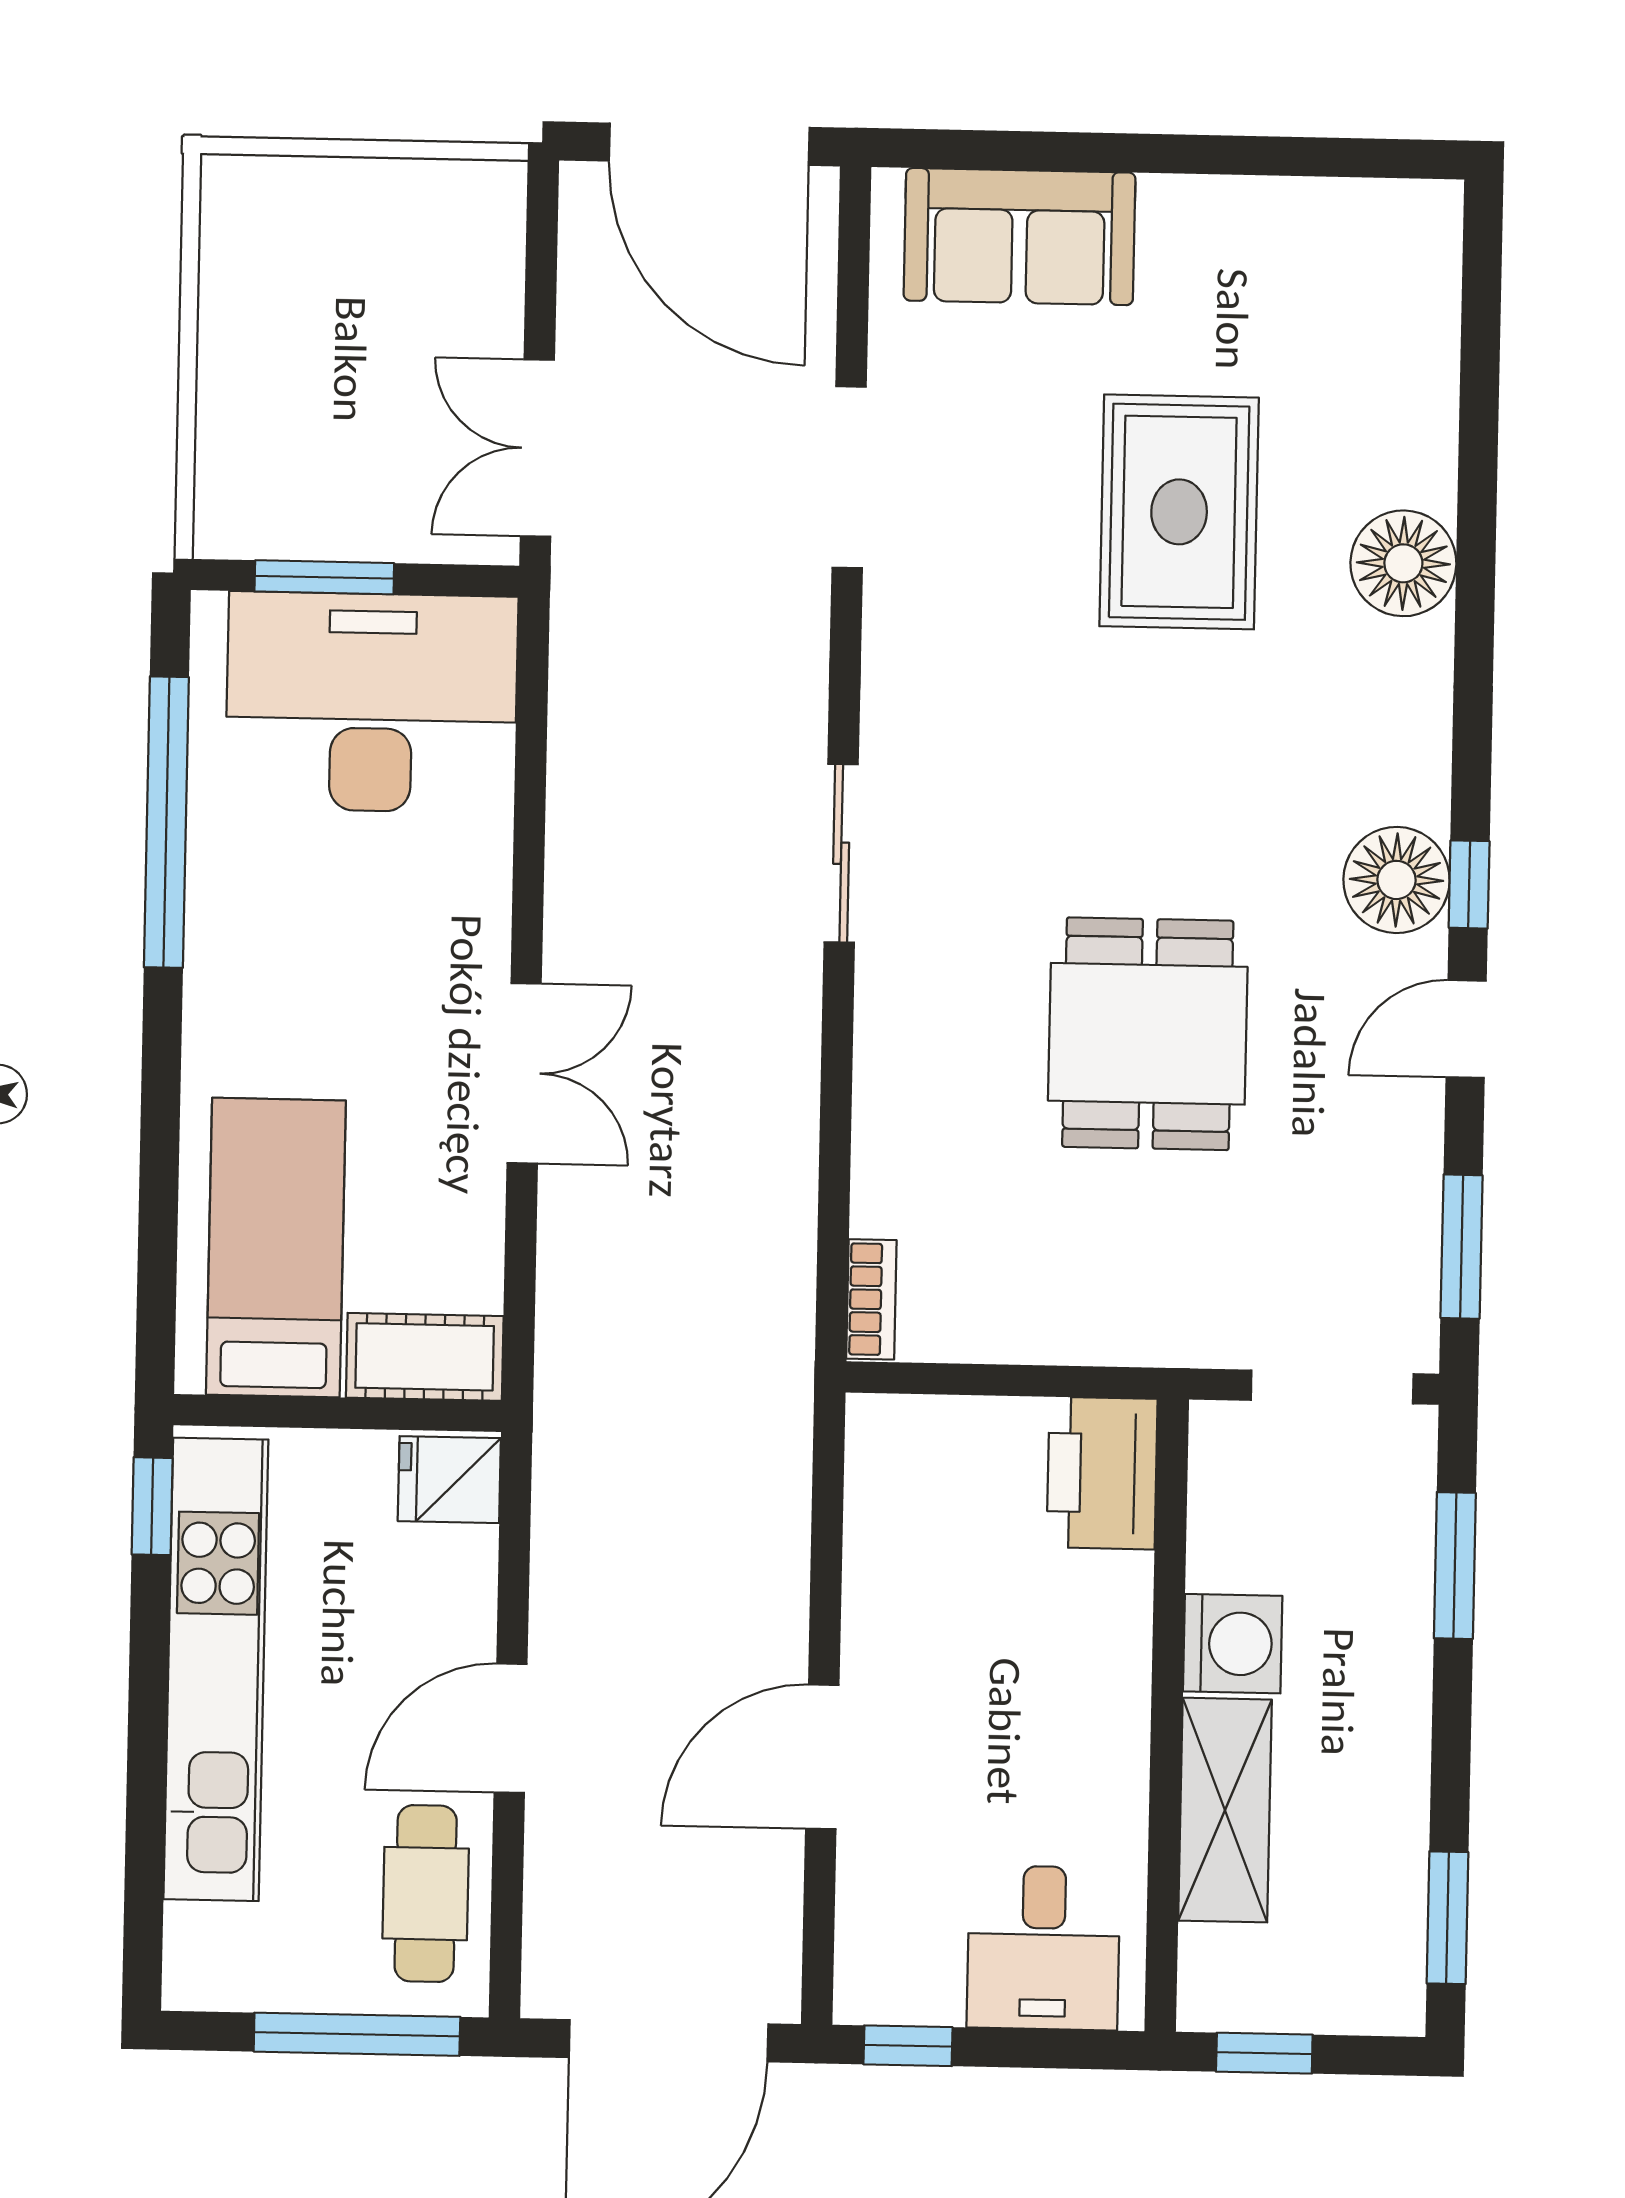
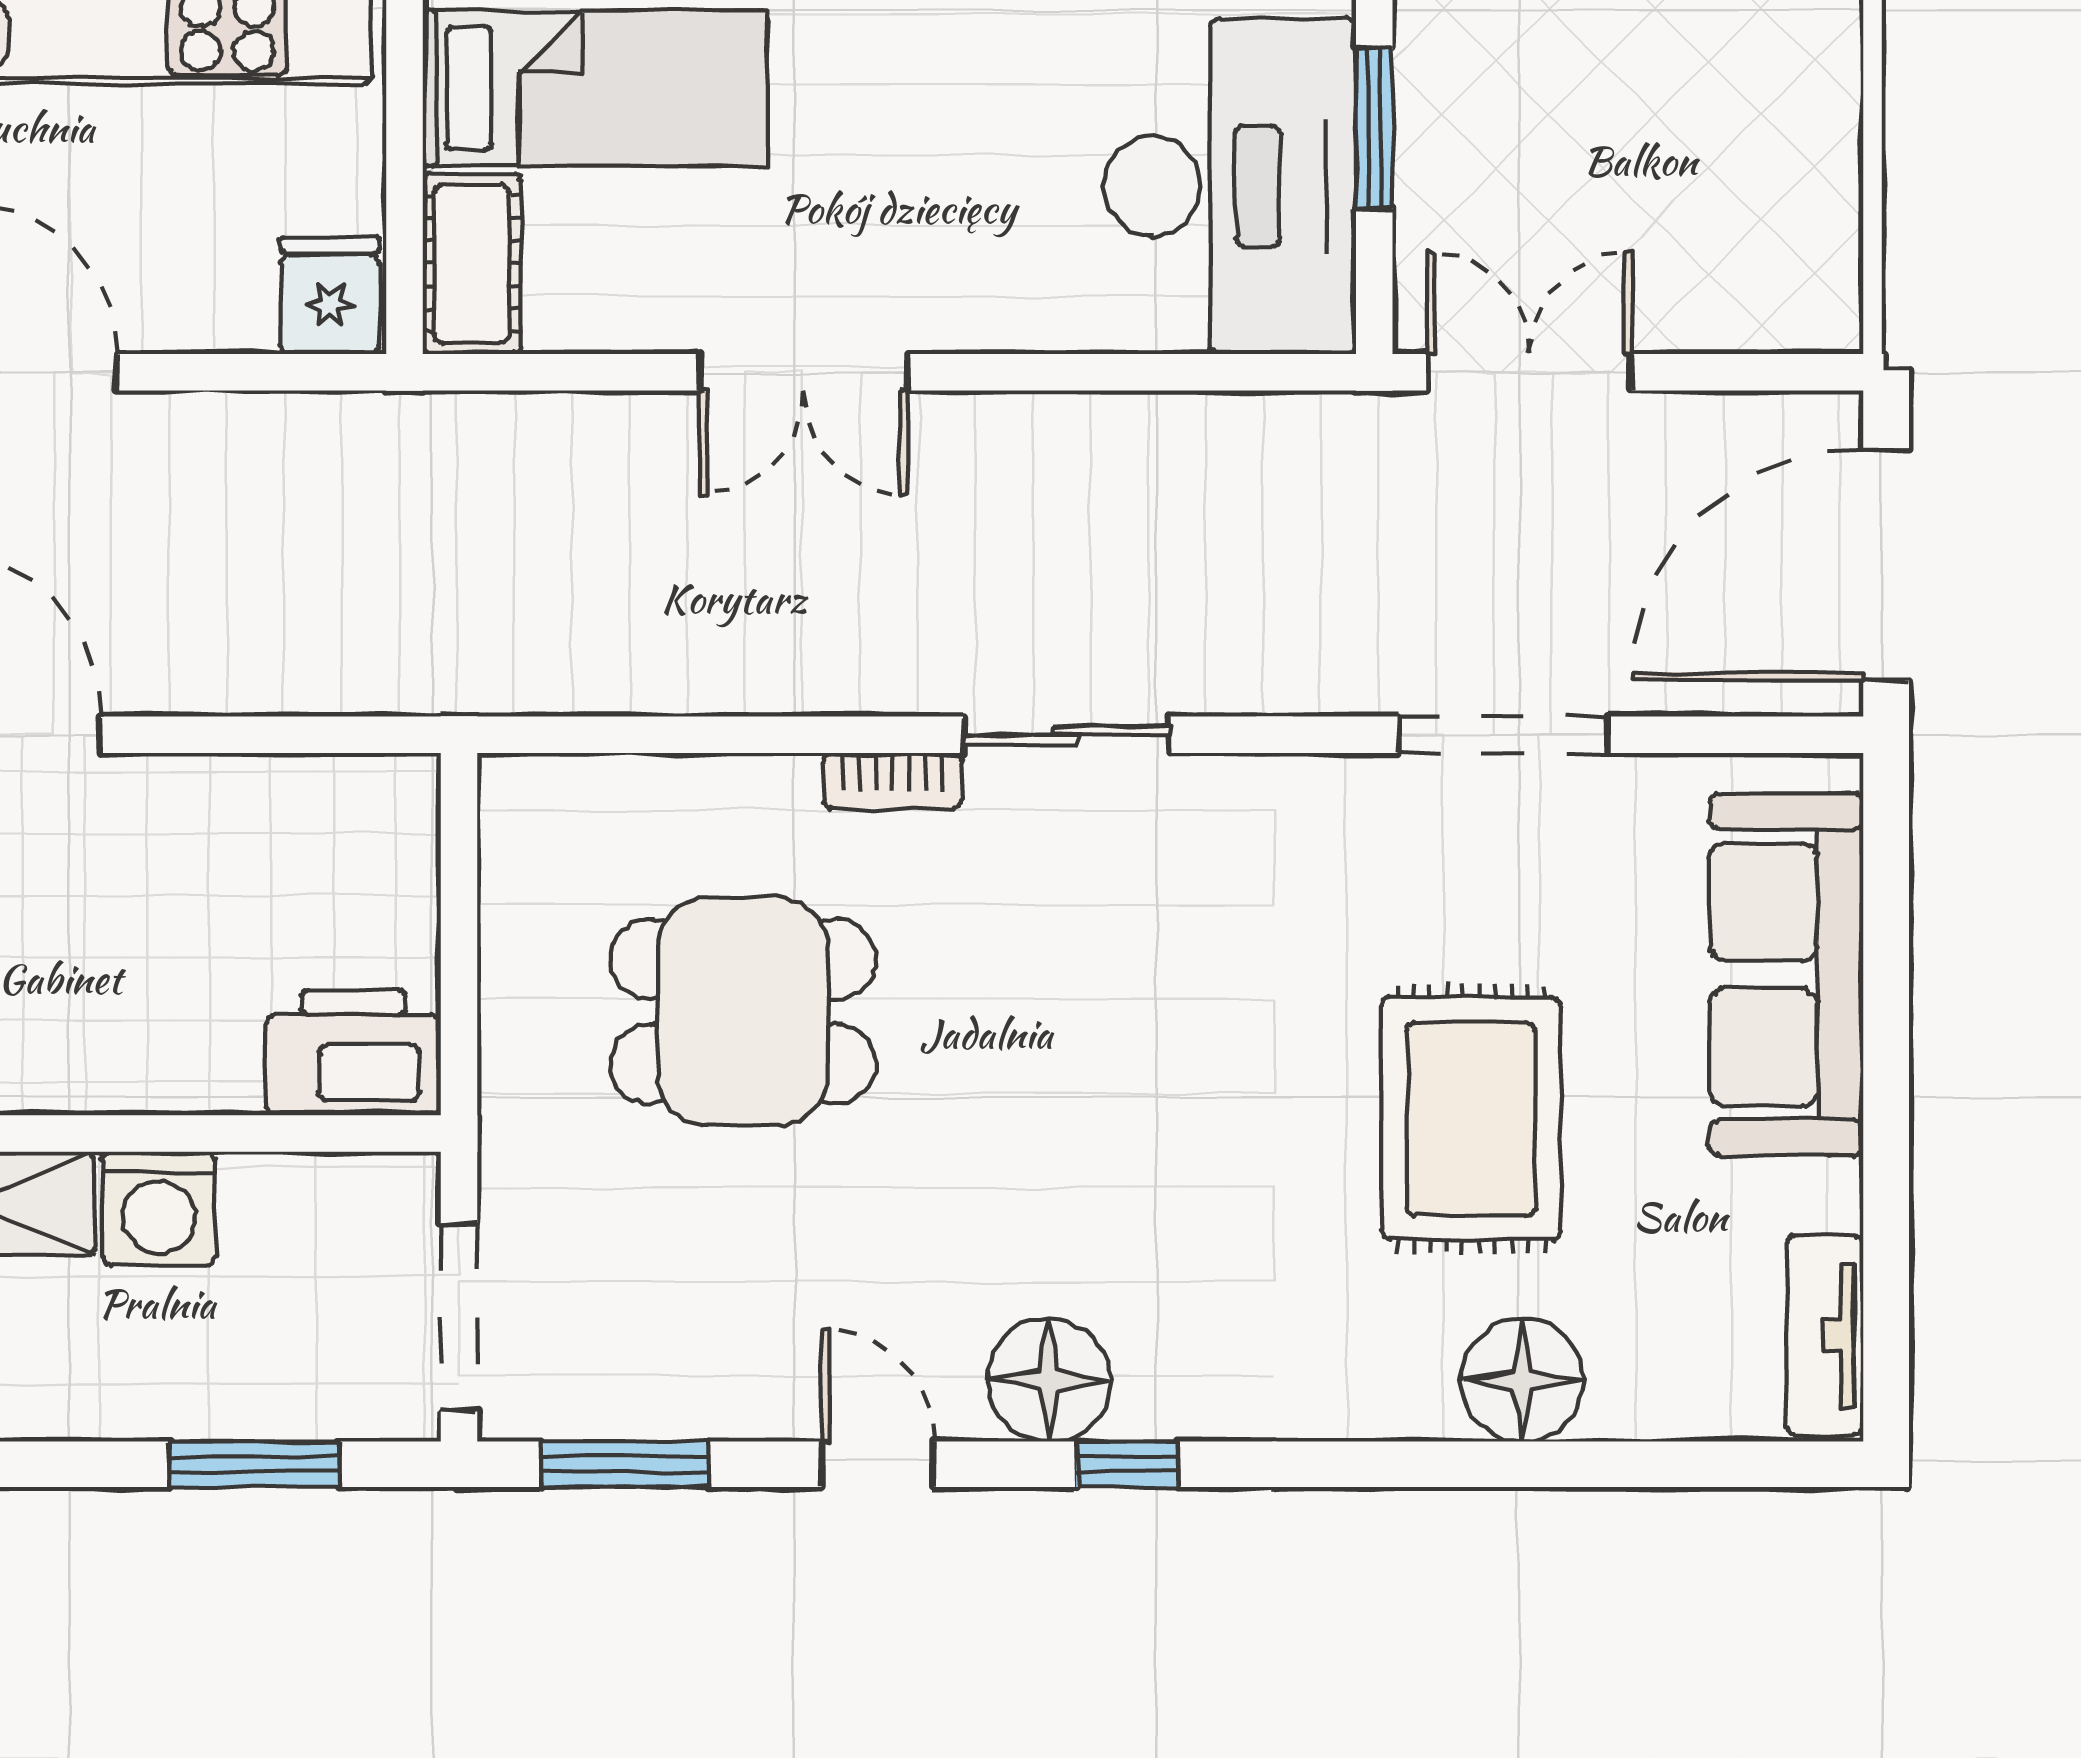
tv unit: (1372, 210) -> (1825, 1336), added
sofa: (1020, 237) -> (1786, 975), width x1.36
rug: (1179, 512) -> (1471, 1119), turned 90
floor lamp: (1403, 563) -> (1522, 1380), moved
window: (1469, 884) -> (1127, 1464), moved
dining table: (1148, 1034) -> (743, 1011), moved
bookcase: (871, 1299) -> (893, 781), moved

